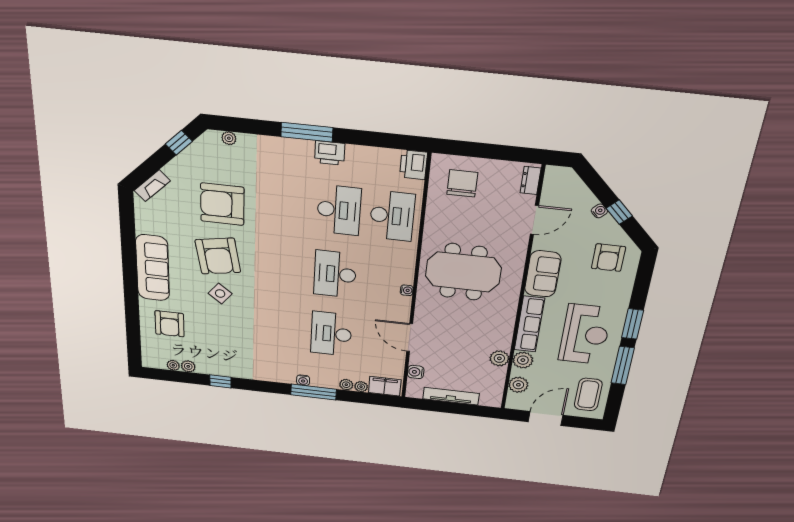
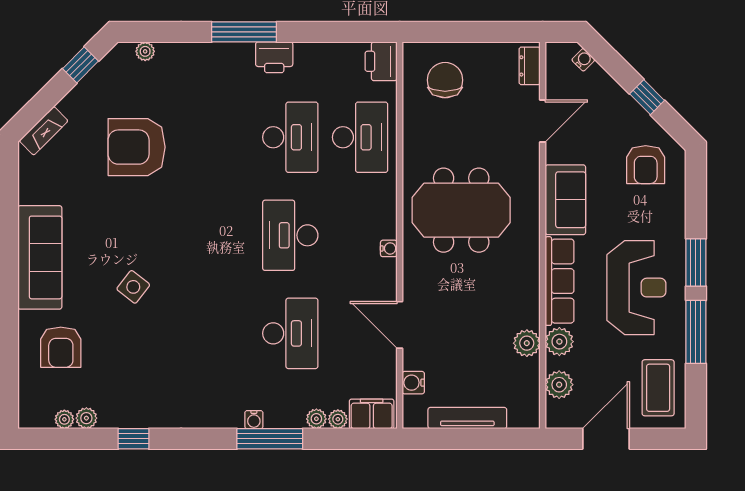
water cooler: (599, 211) -> (583, 60), moved
armchair: (218, 256) -> (130, 227), removed
desk: (331, 334) -> (290, 333), turned 180

